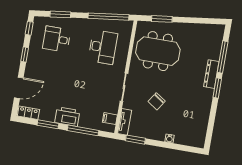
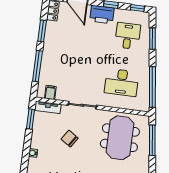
window: (162, 19) -> (152, 140), width x1.44
printer: (67, 117) -> (102, 14), moved, turned 90

